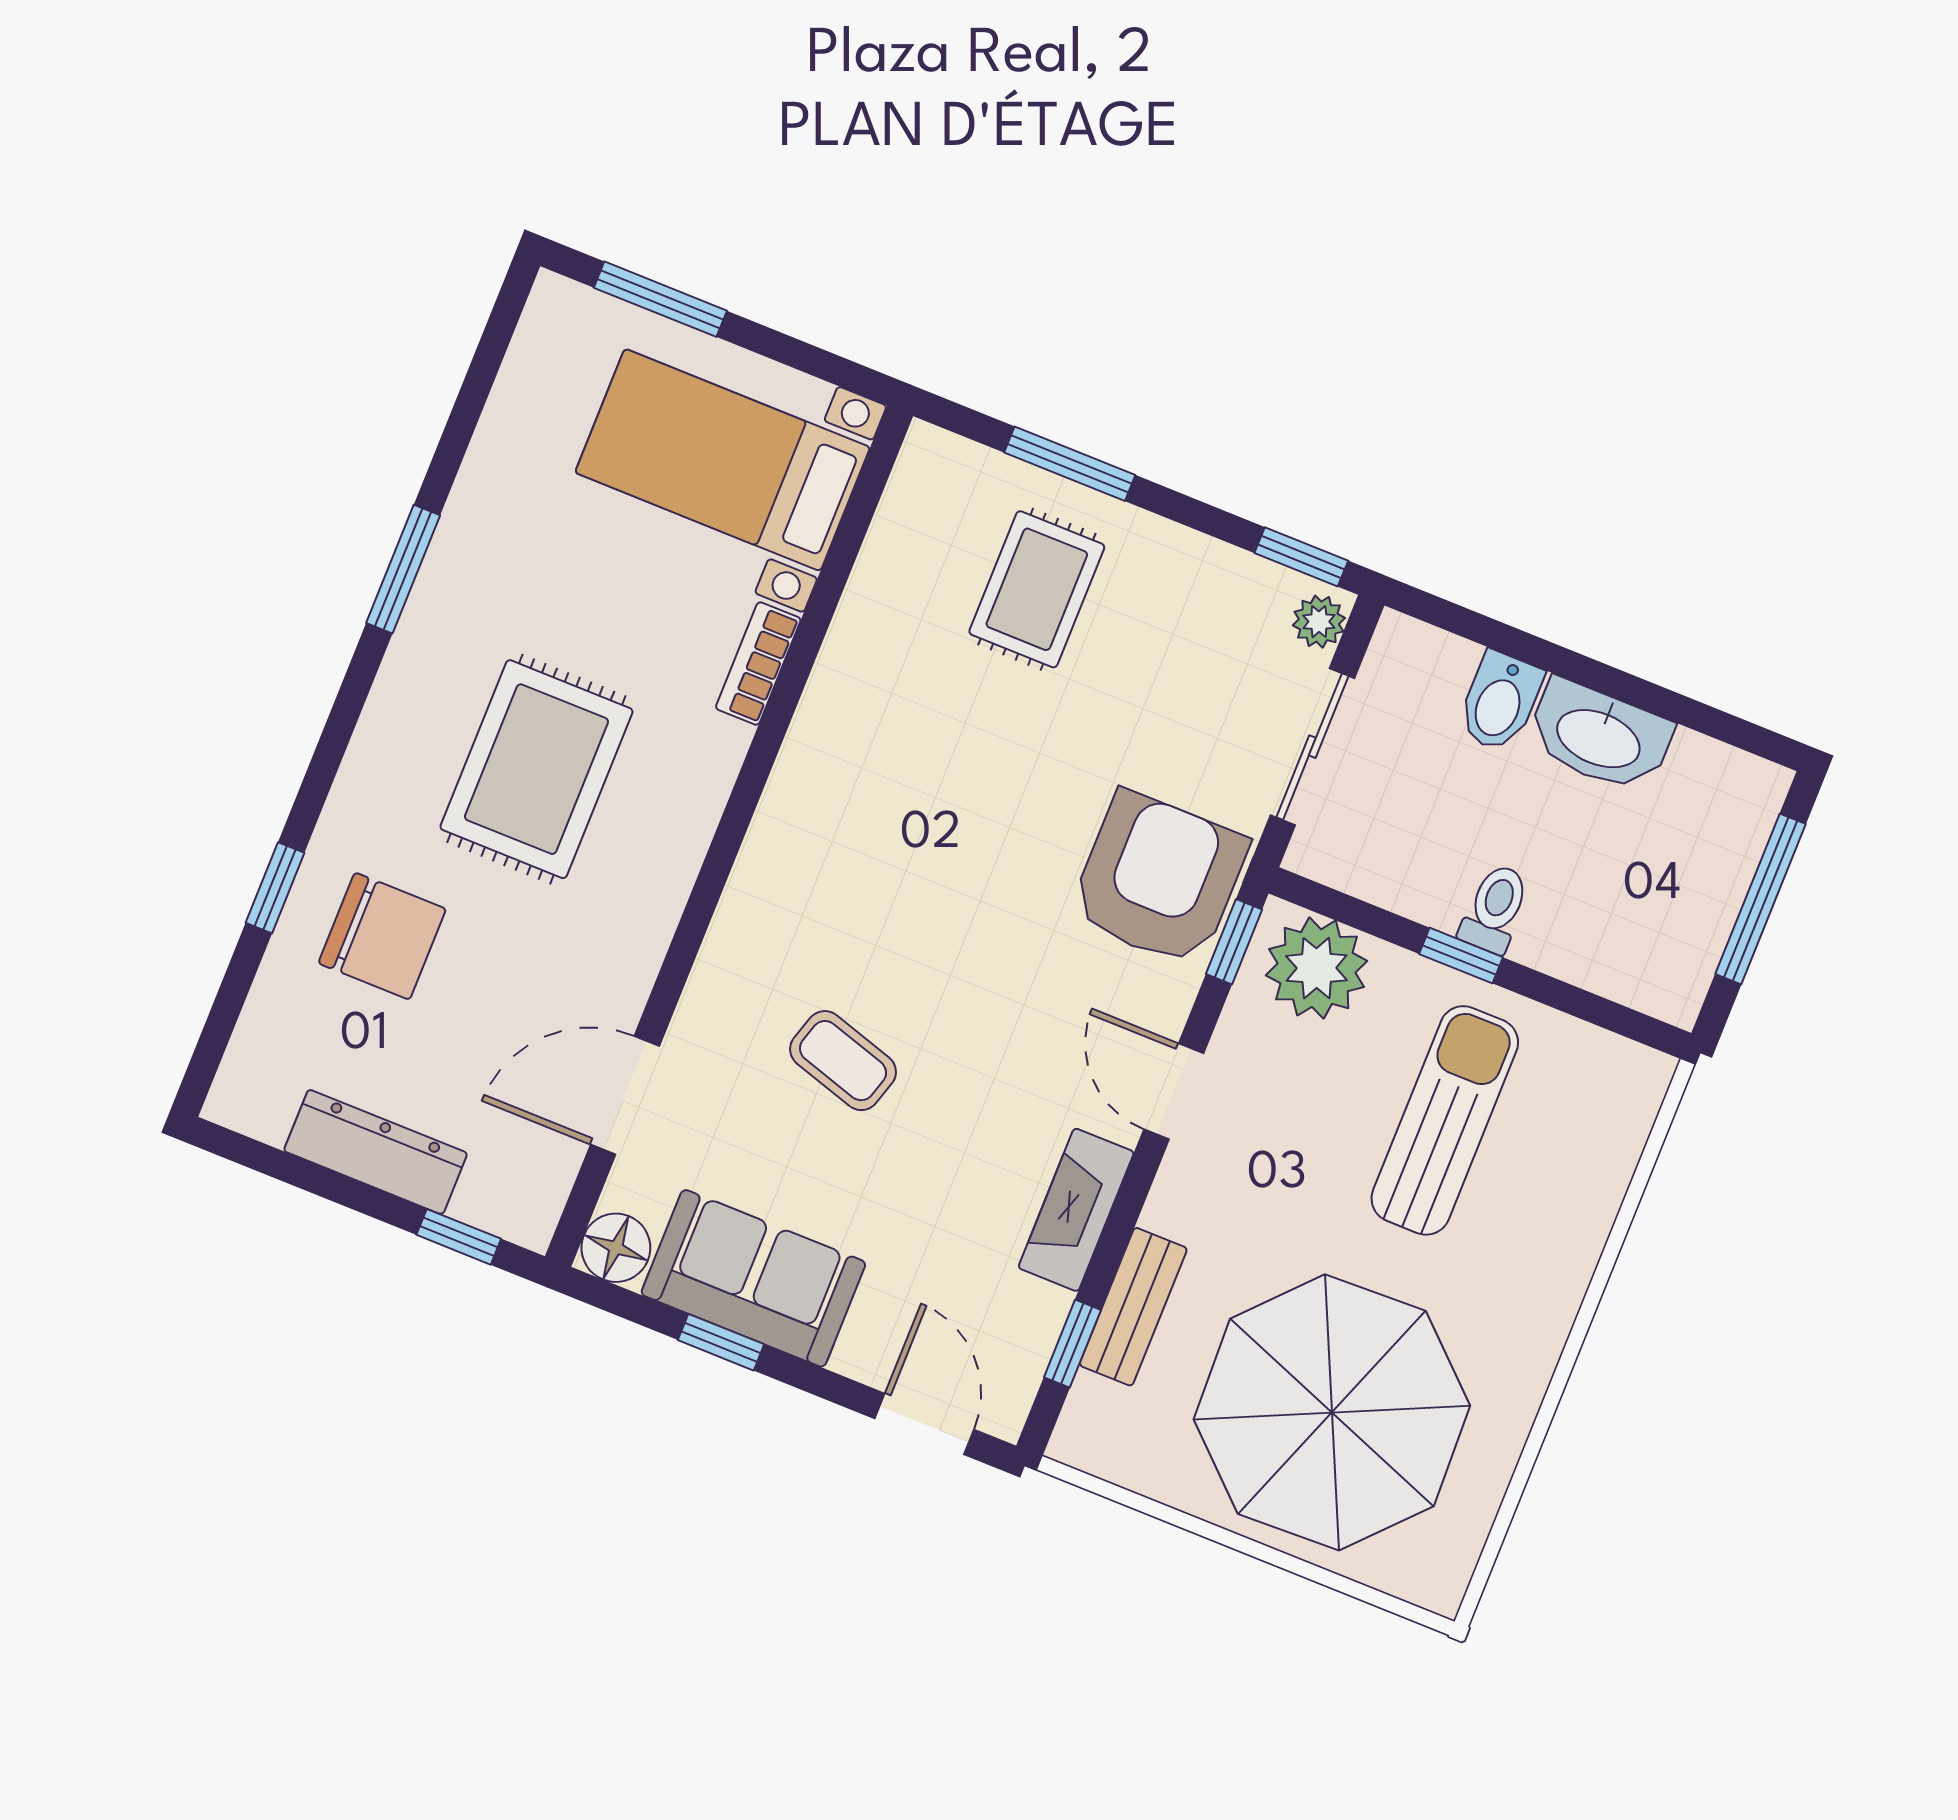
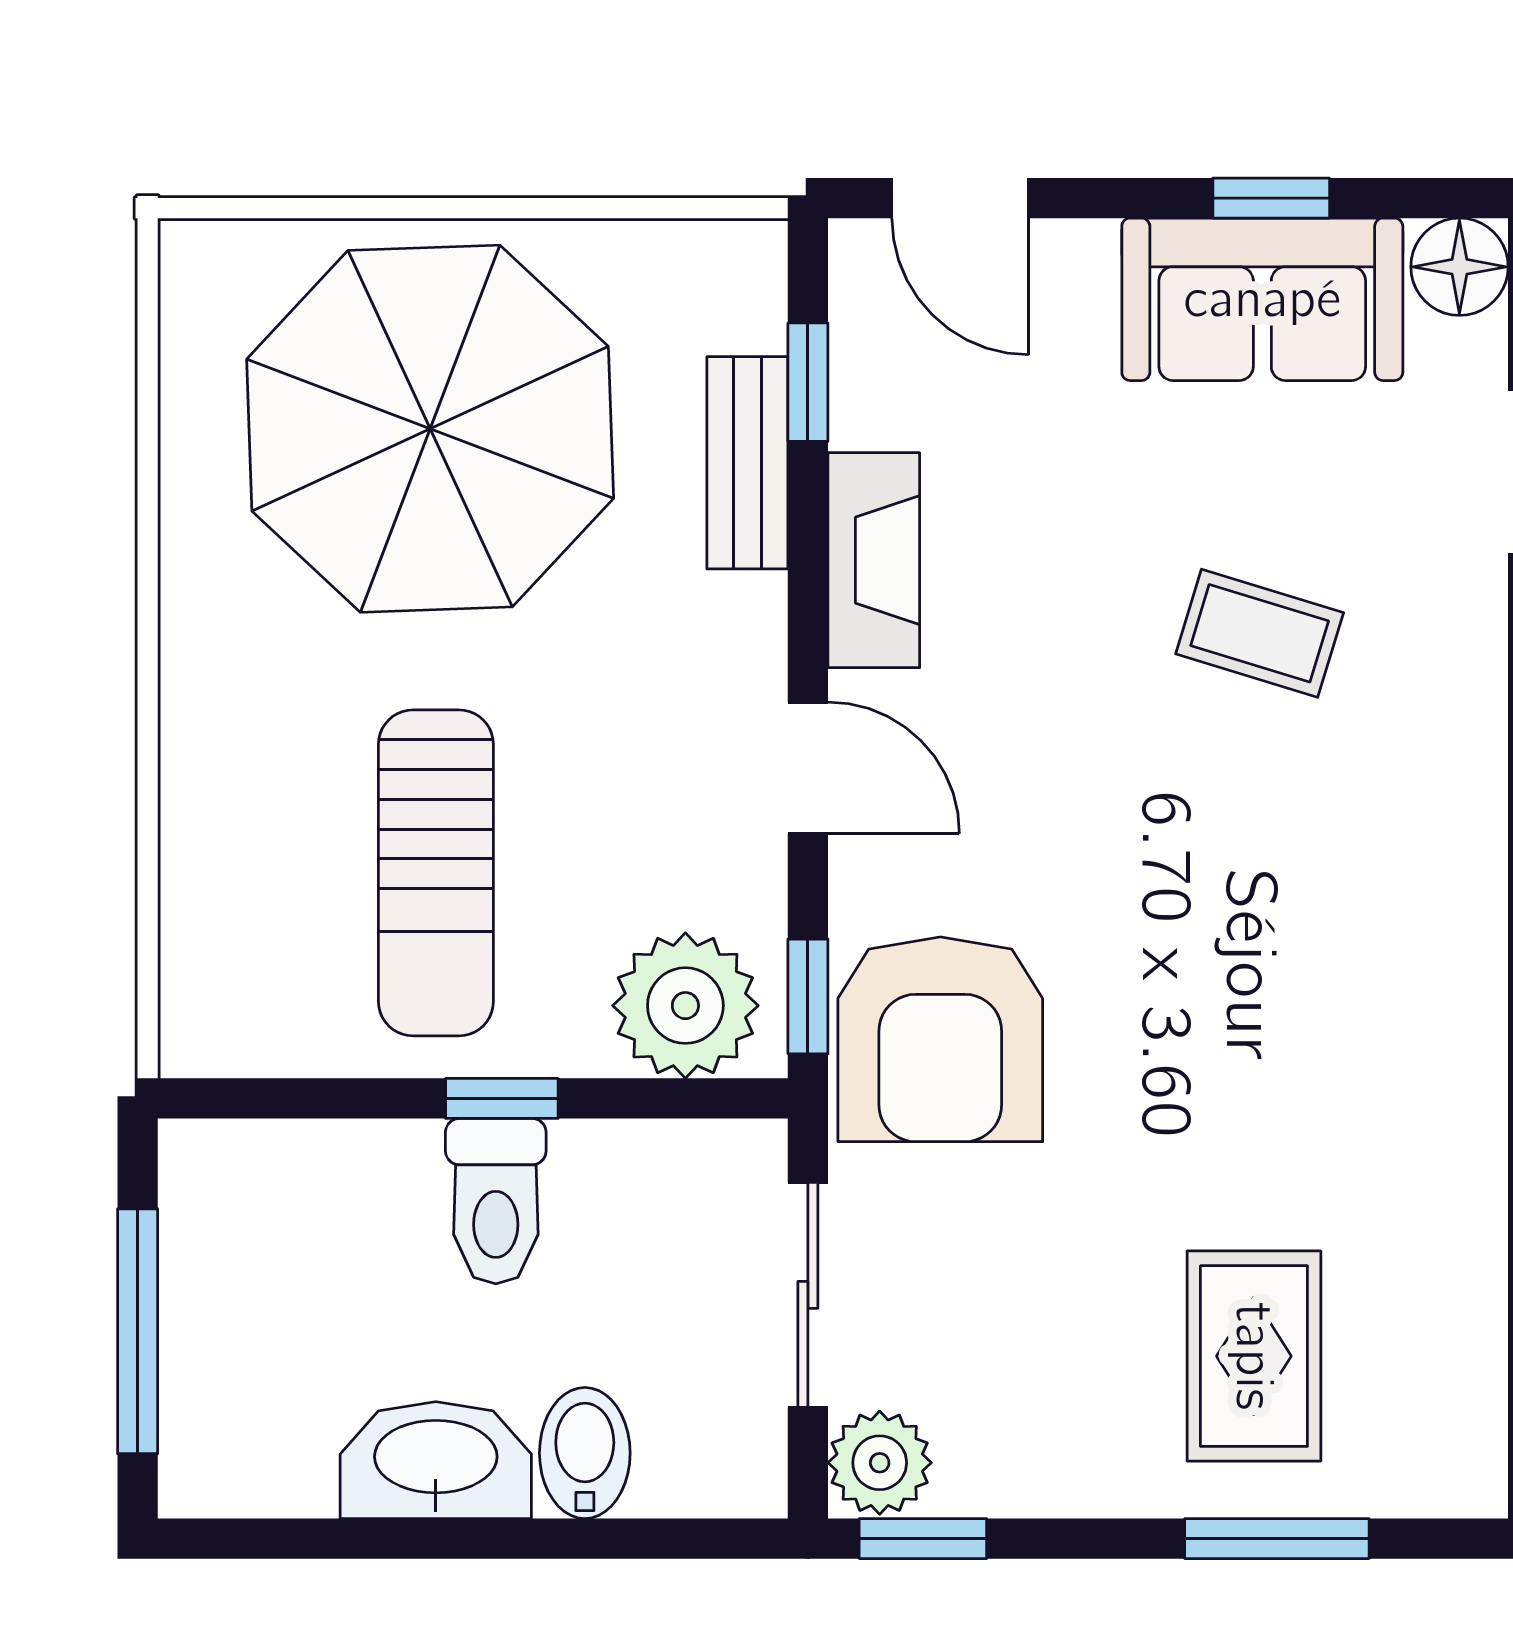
plant: (1319, 622) -> (880, 1463), width x1.38, depth x1.38
toilet: (1495, 909) -> (496, 1201), width x1.37, depth x1.39

